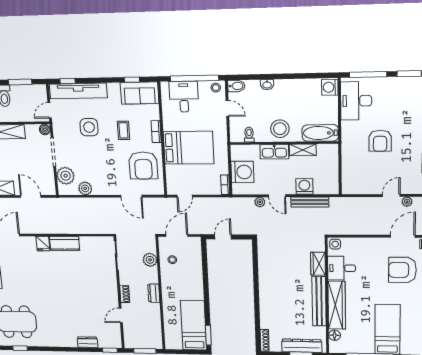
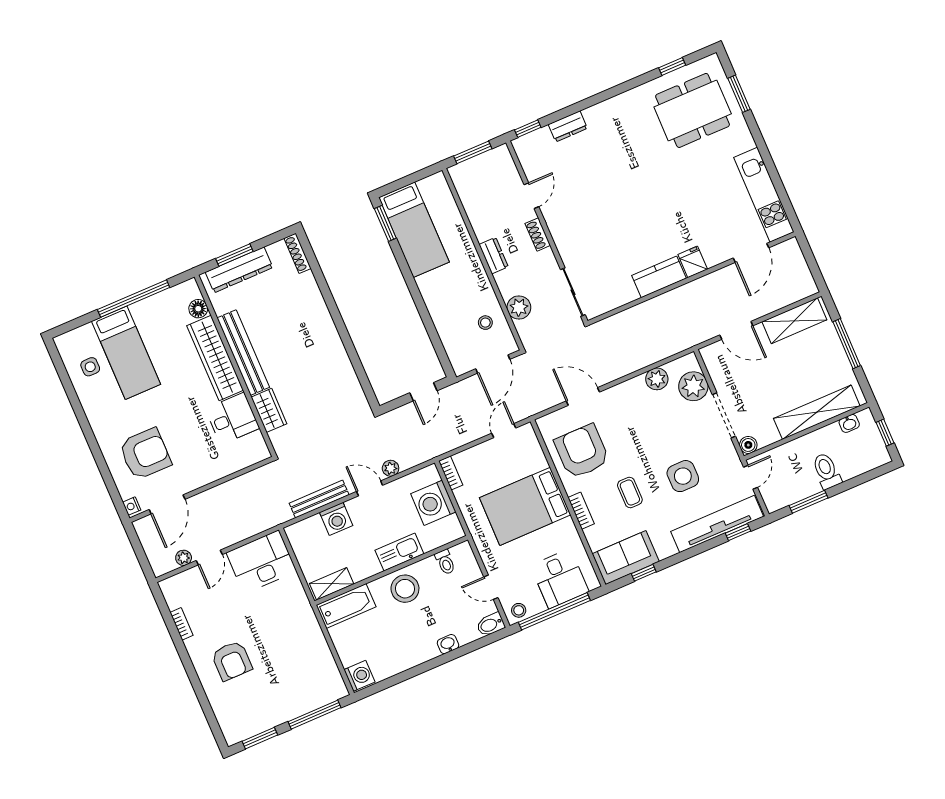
desk: (356, 101) -> (261, 562), moved, turned -90
armchair: (380, 141) -> (232, 661), moved, turned 180
shelving: (303, 150) -> (332, 584), moved
side table: (335, 244) -> (90, 367), moved

